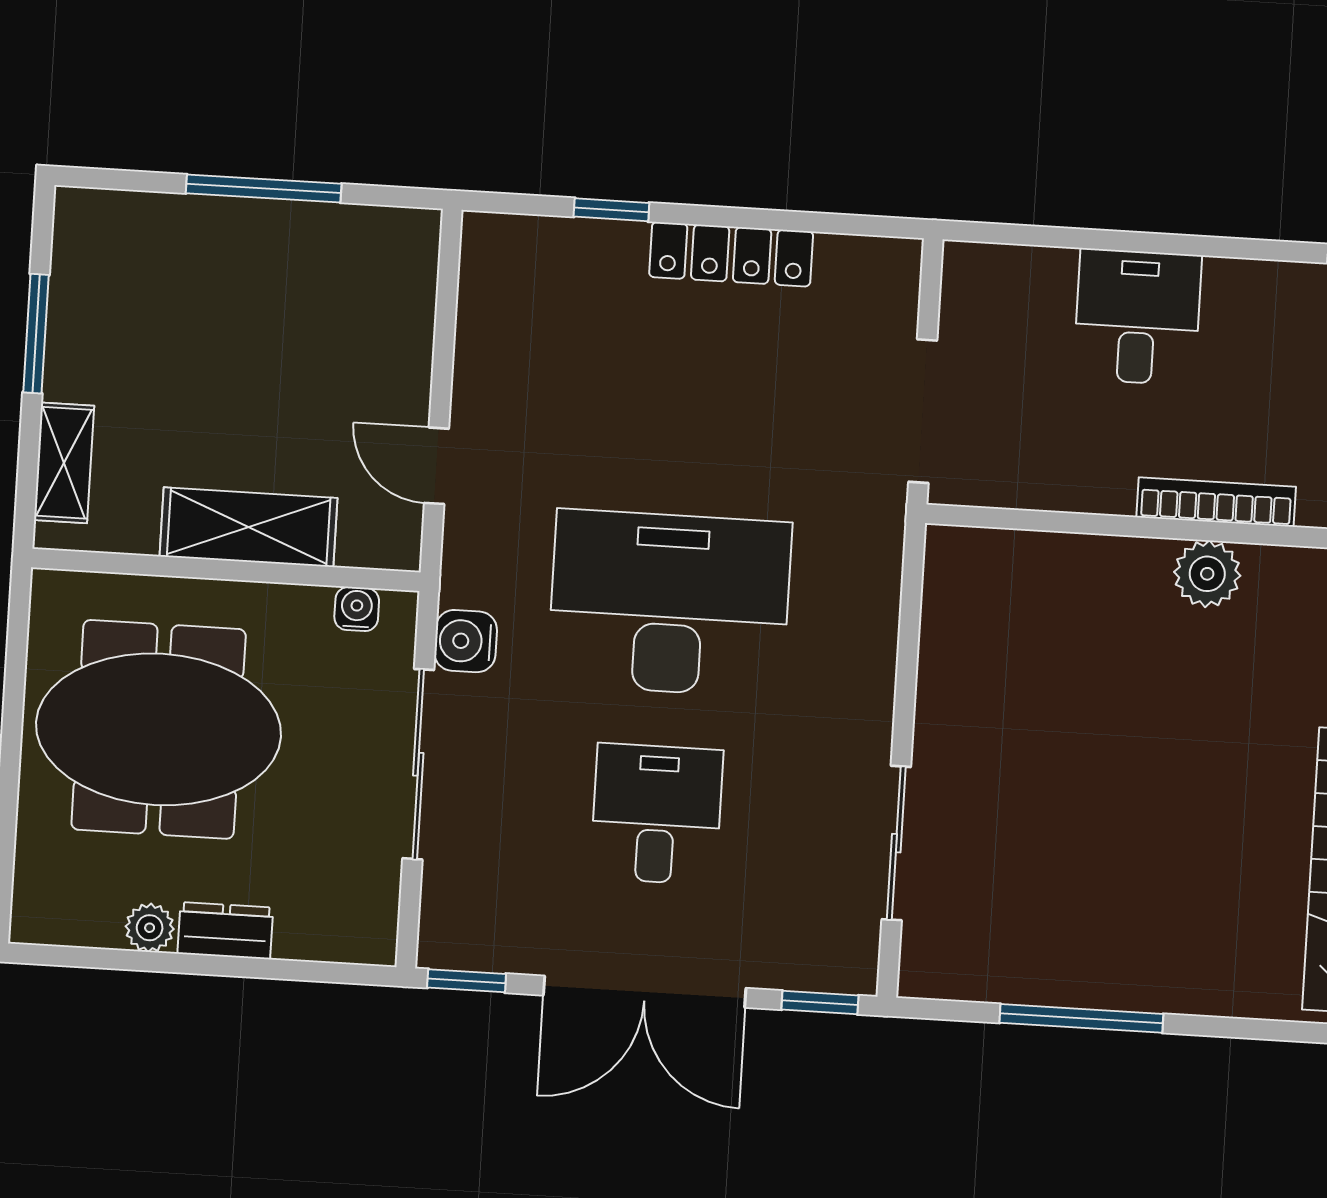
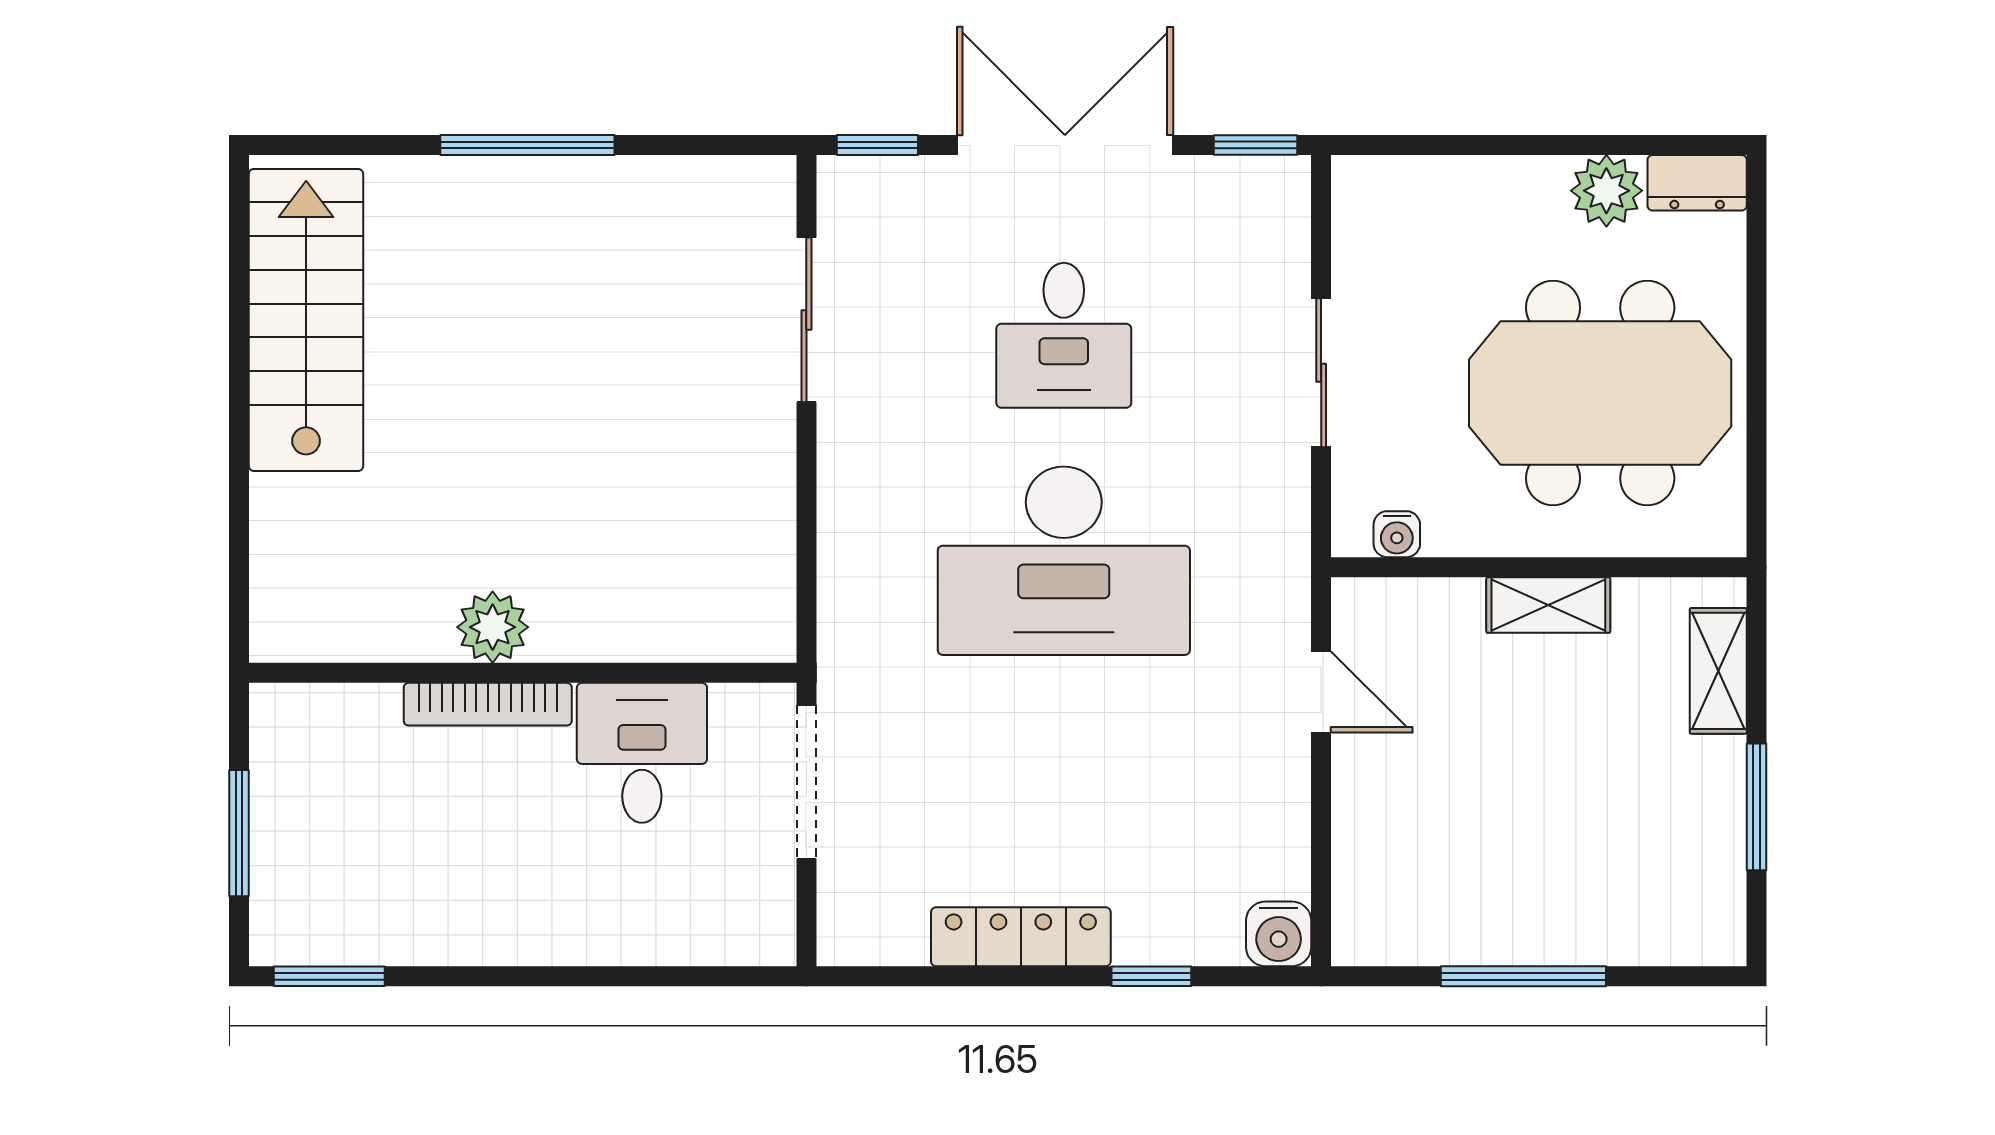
desk: (1137, 317) -> (642, 753), moved, turned 180
shelving: (249, 527) -> (1548, 605), width x0.67, depth x0.75
water cooler: (466, 641) -> (1279, 934), moved, turned 90
sliding door: (418, 764) -> (1321, 373), width x0.73
plant: (150, 928) -> (1606, 191), width x1.38, depth x1.38
dresser: (225, 931) -> (1697, 183), moved
window: (1081, 1018) -> (527, 145), moved

